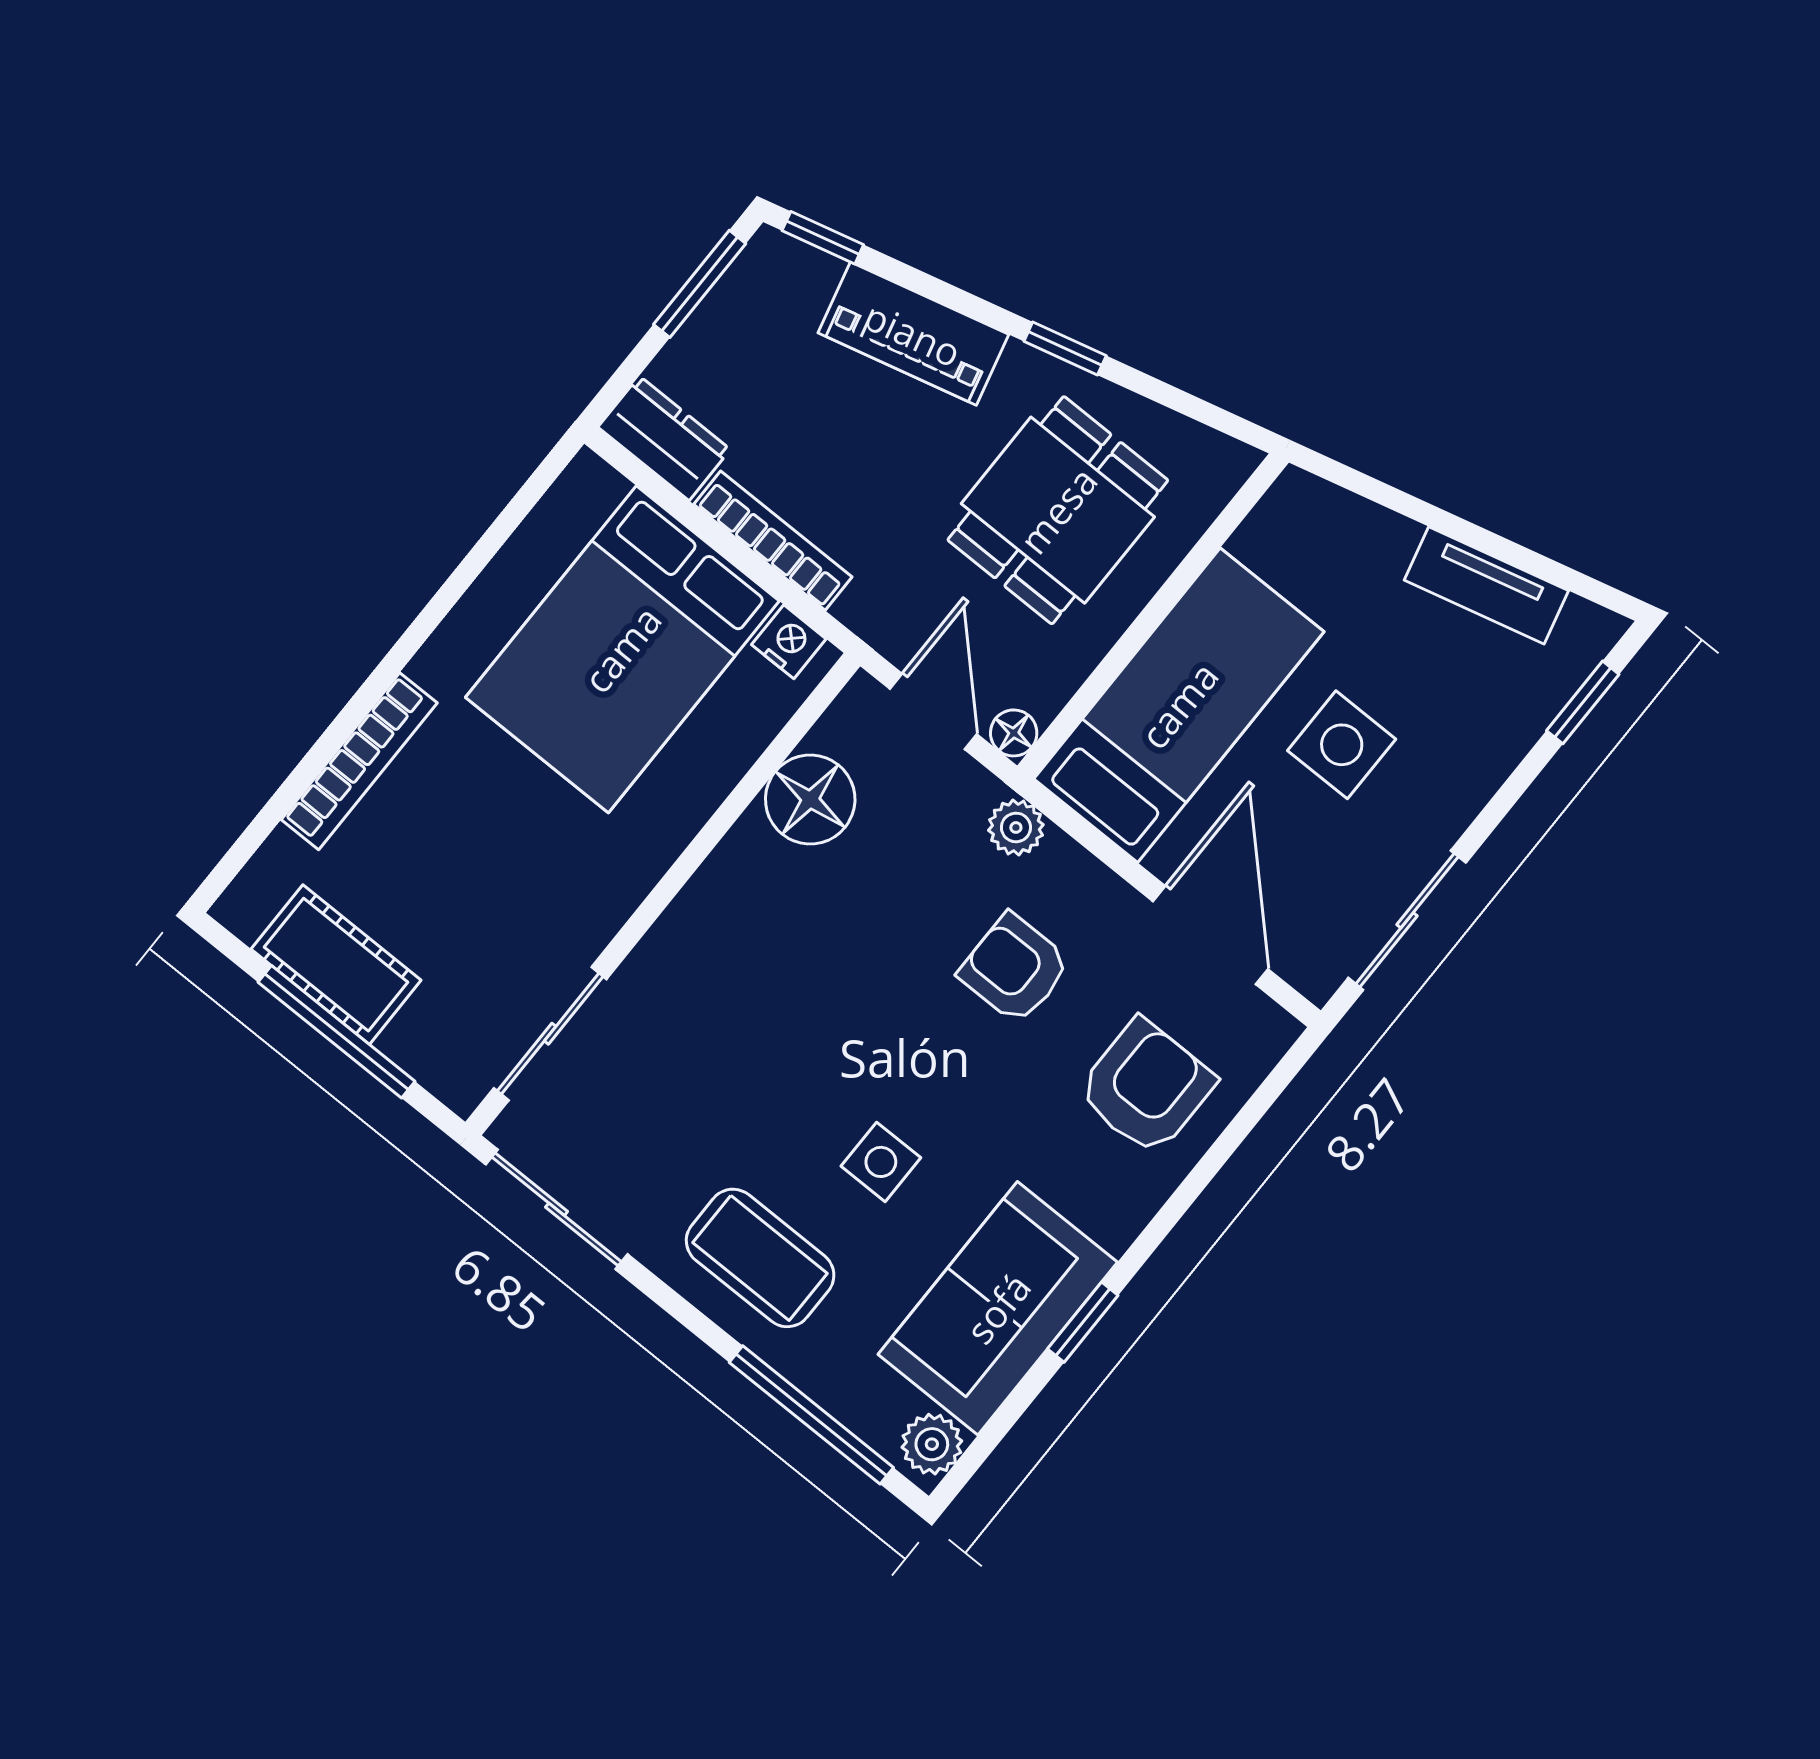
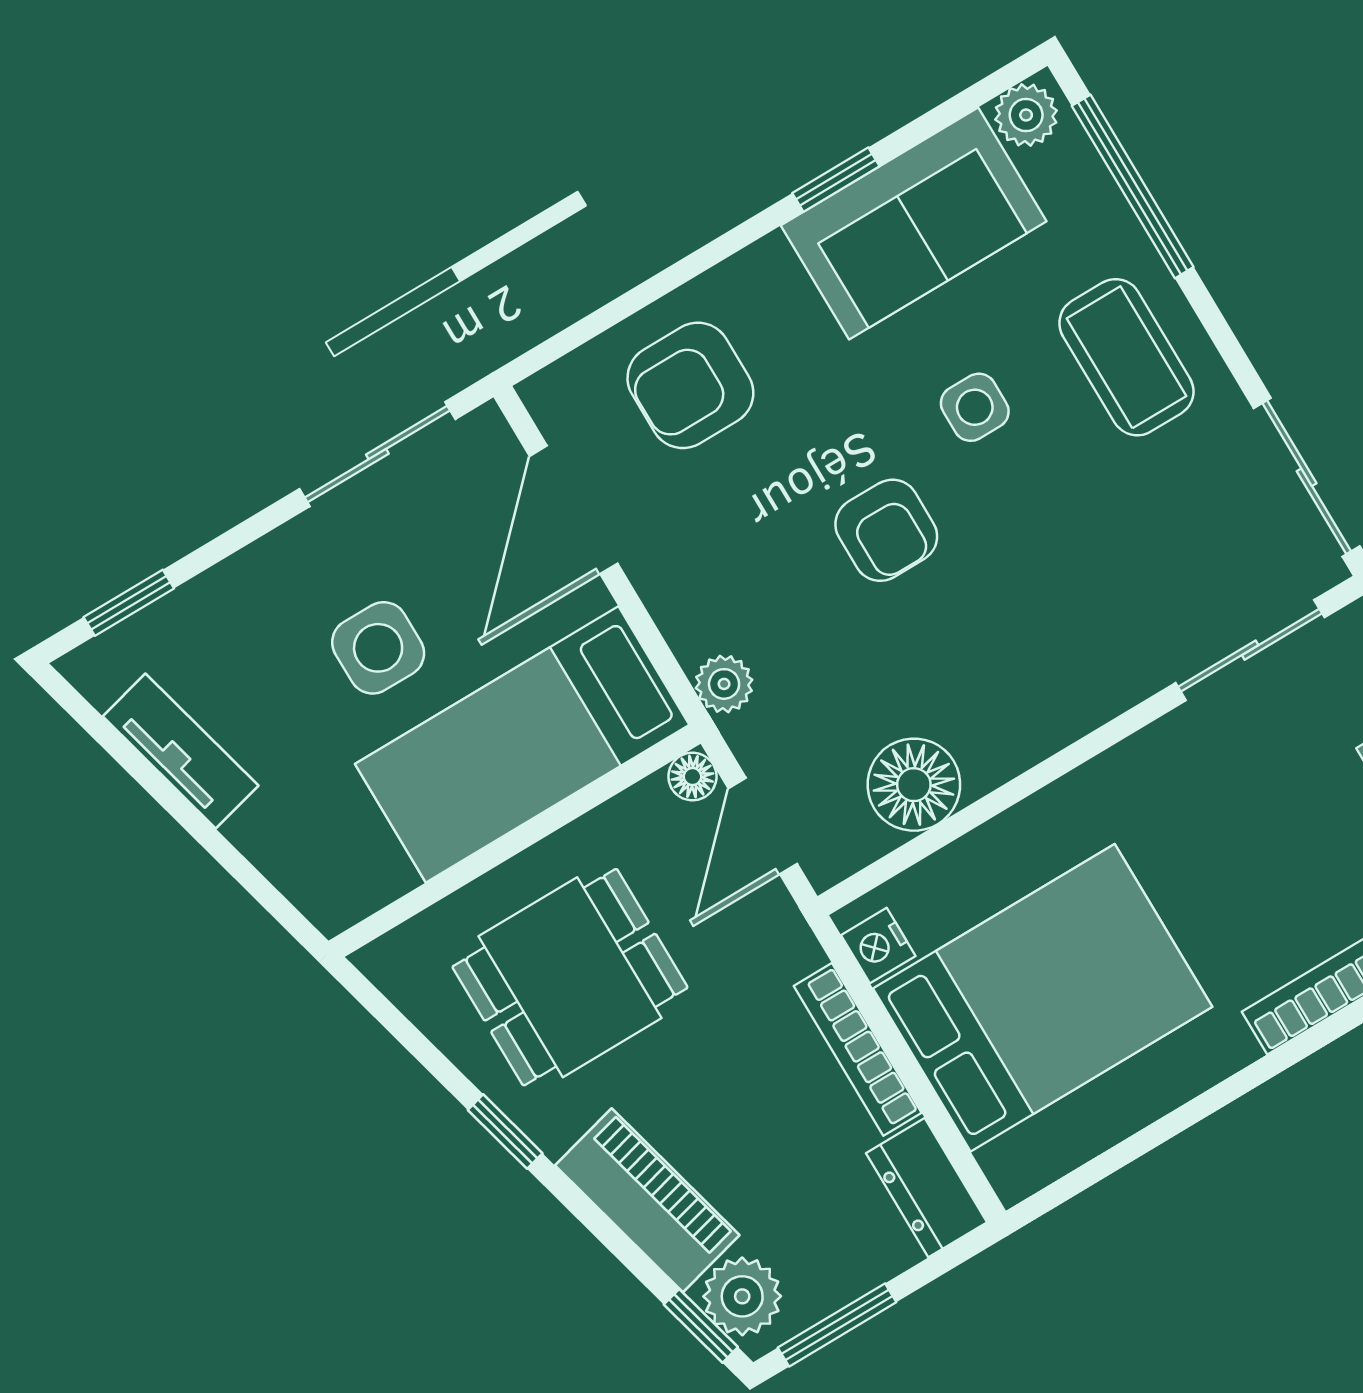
plant: (795, 278) -> (742, 1296), added
armchair: (1015, 969) -> (886, 530), moved

